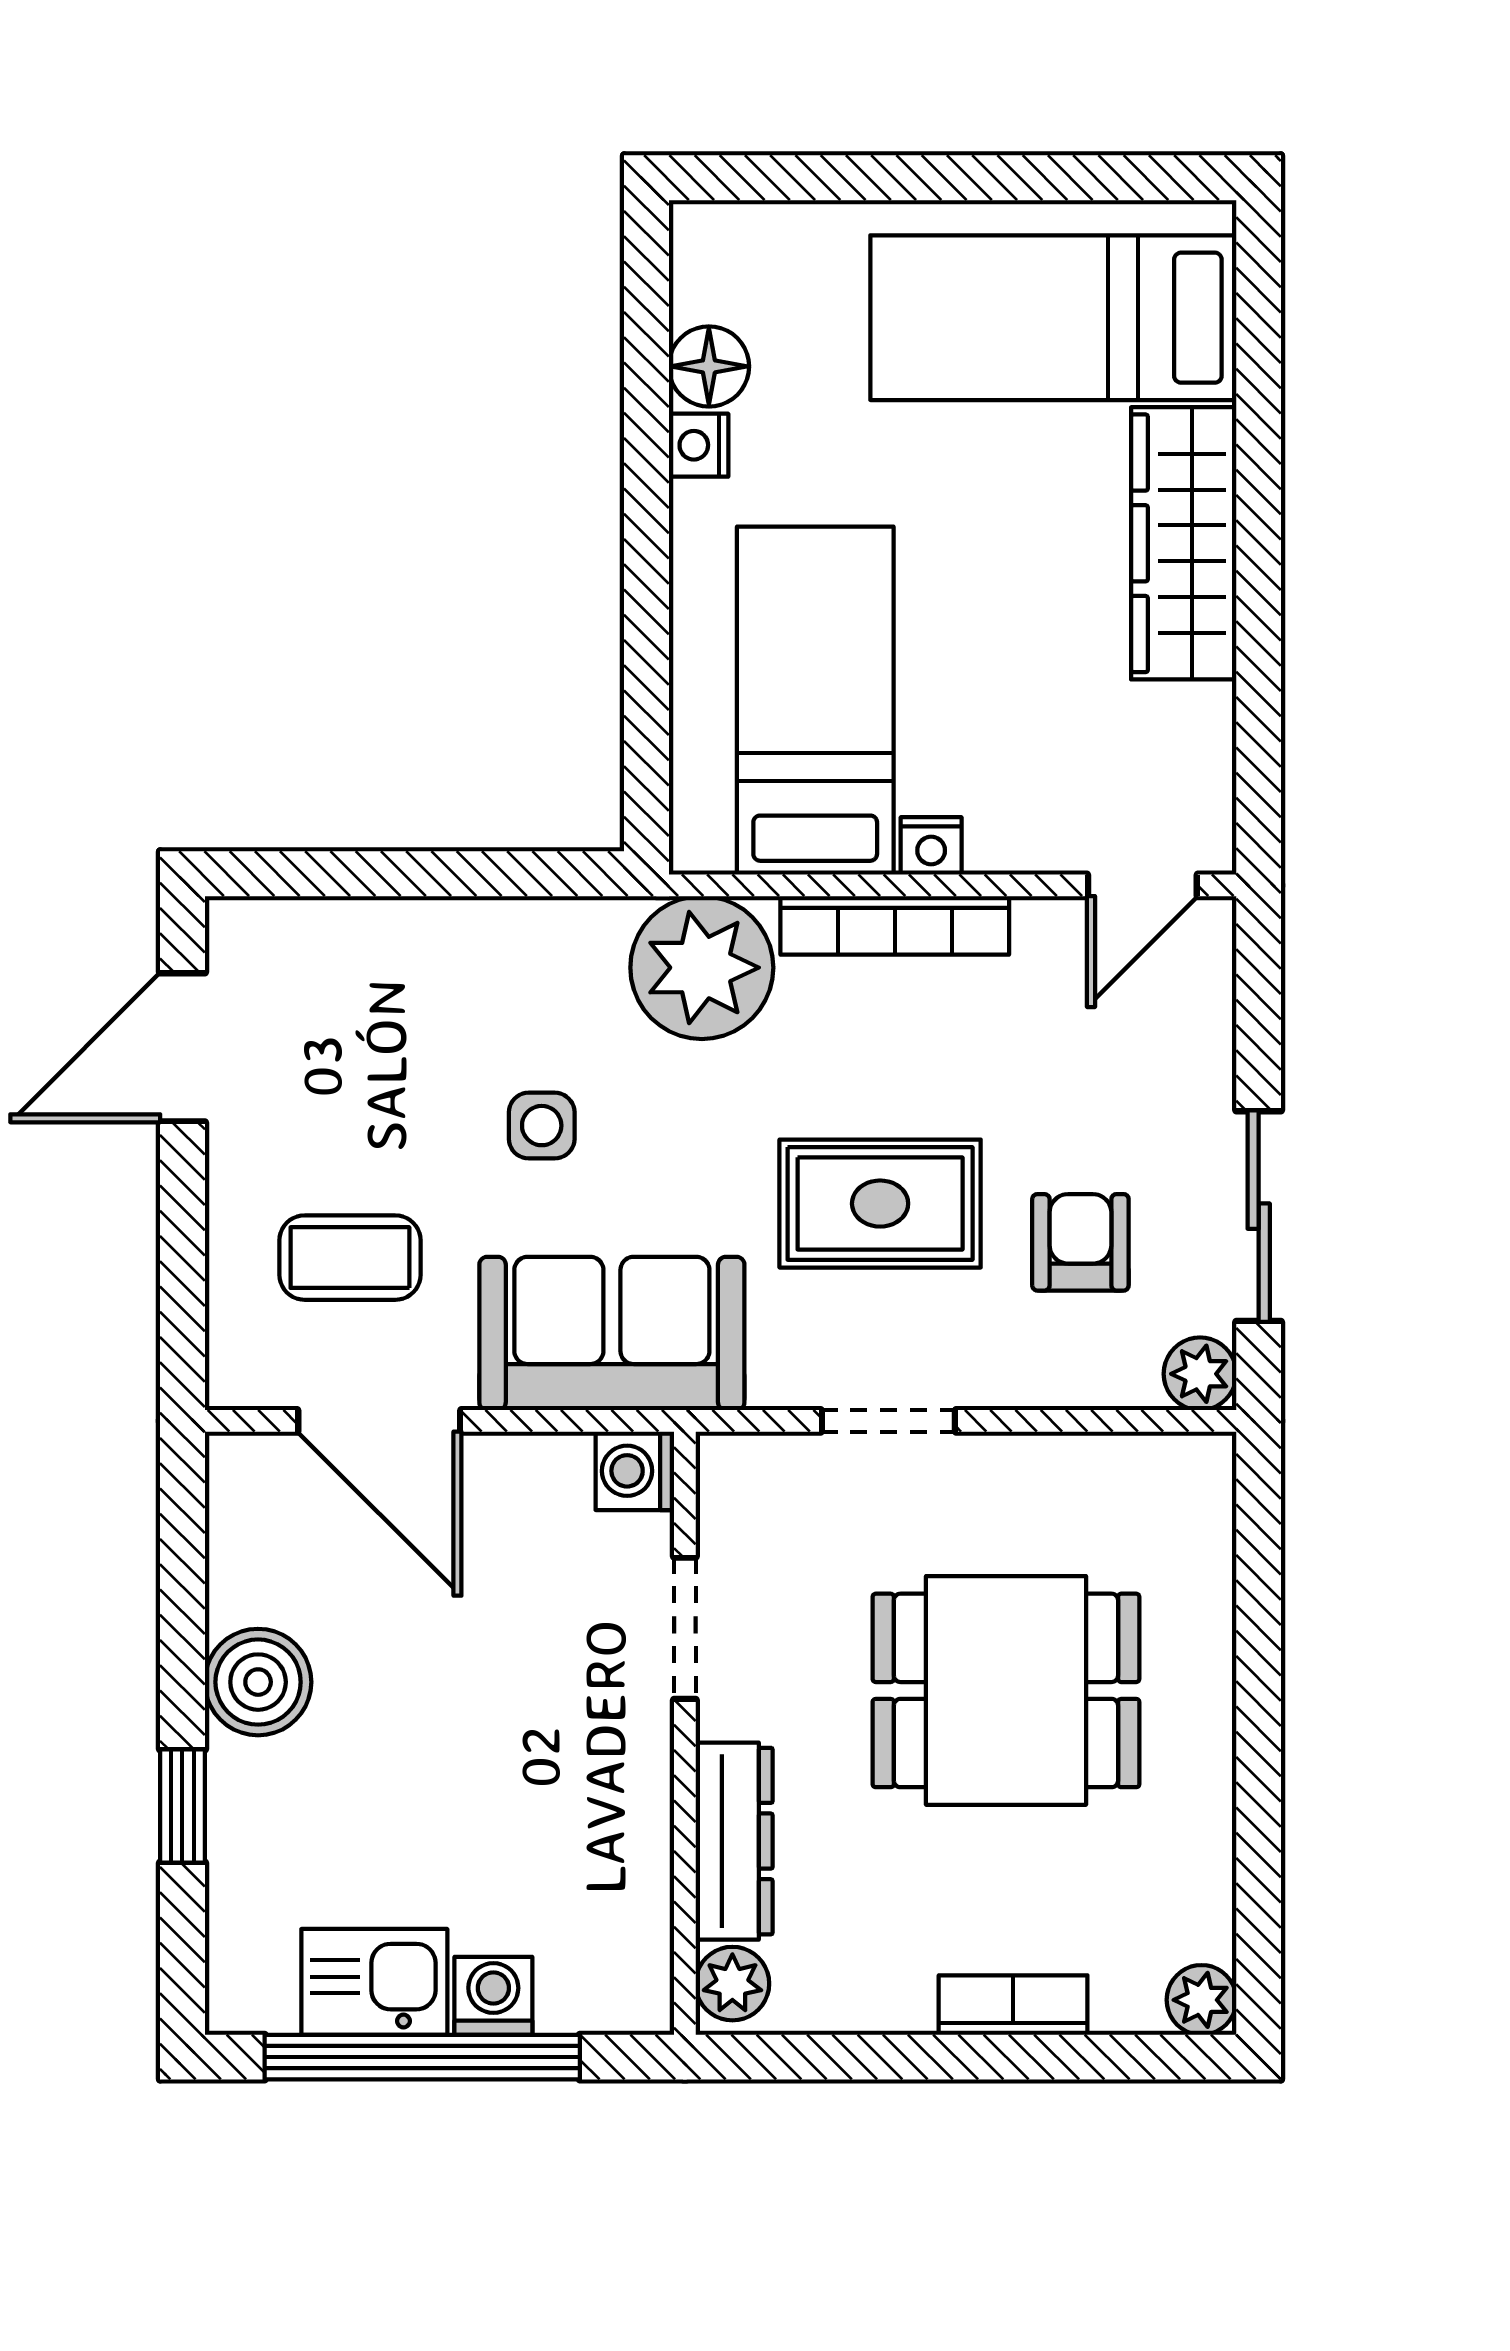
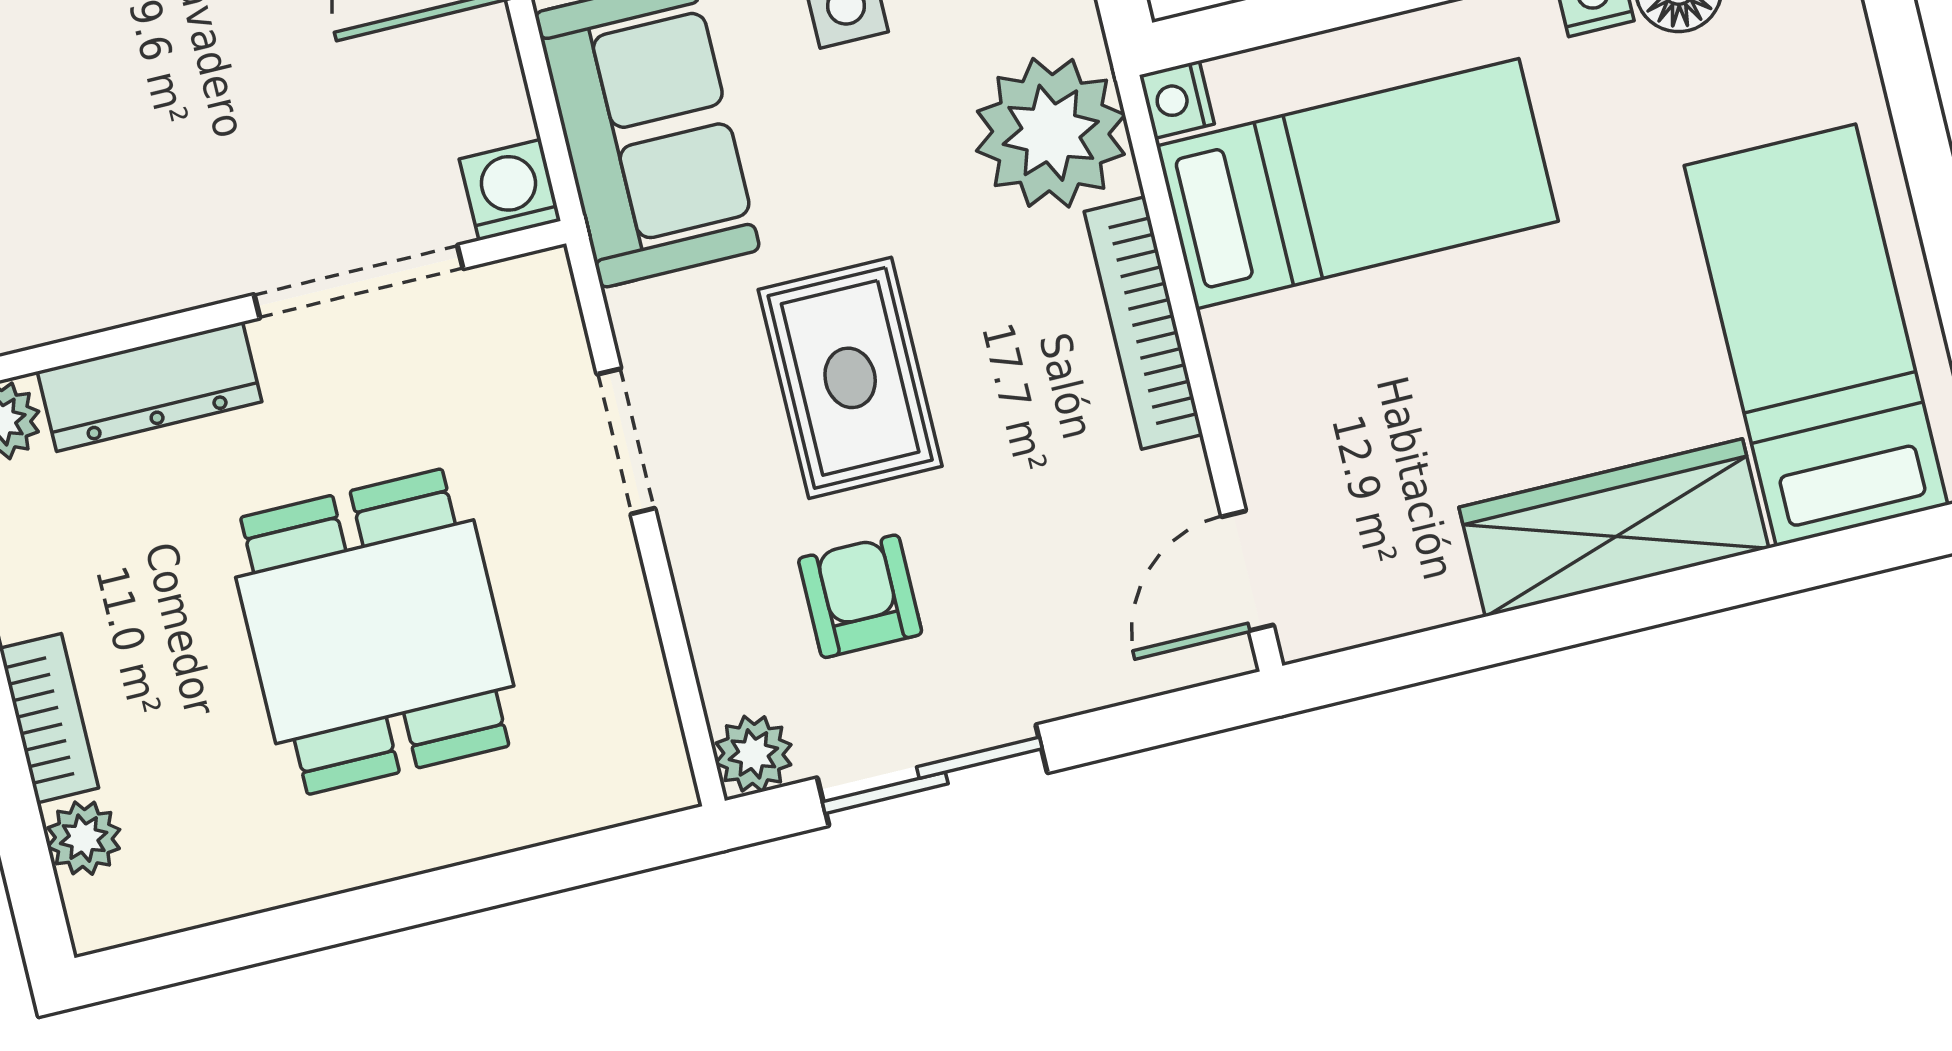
nightstand: (931, 846) -> (1177, 100), moved
door: (1142, 885) -> (1247, 571), hinge flipped
armchair: (1080, 1242) -> (860, 596), turned -90
doorway: (685, 1628) -> (359, 282), width x1.38
plant: (1202, 2000) -> (84, 838), moved

